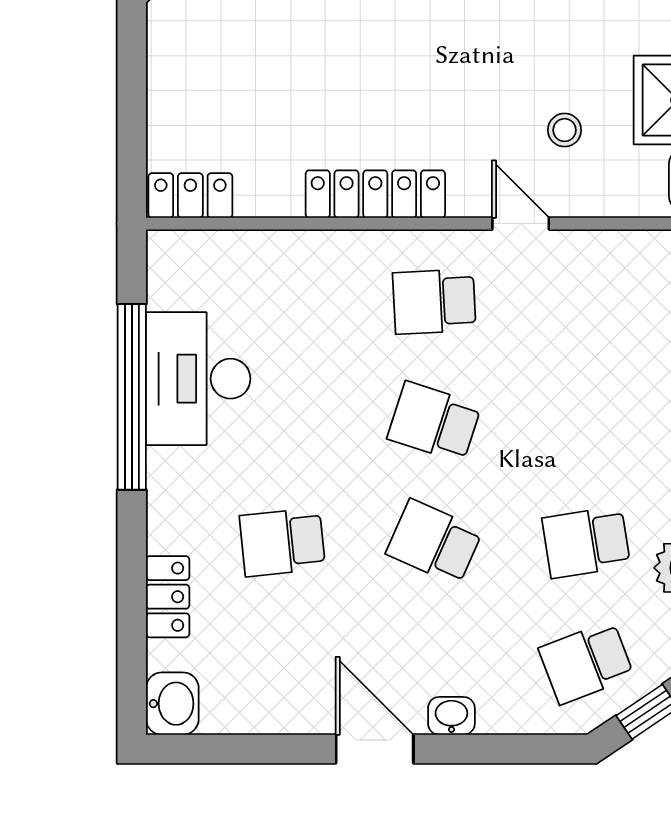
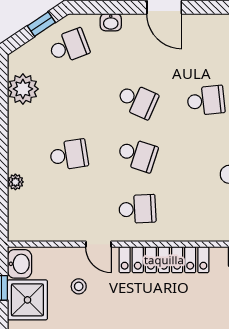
locker: (375, 194) -> (164, 260), width x1.41, depth x1.21
school desk: (586, 542) -> (69, 155), moved
washbasin: (451, 716) -> (111, 22), moved

